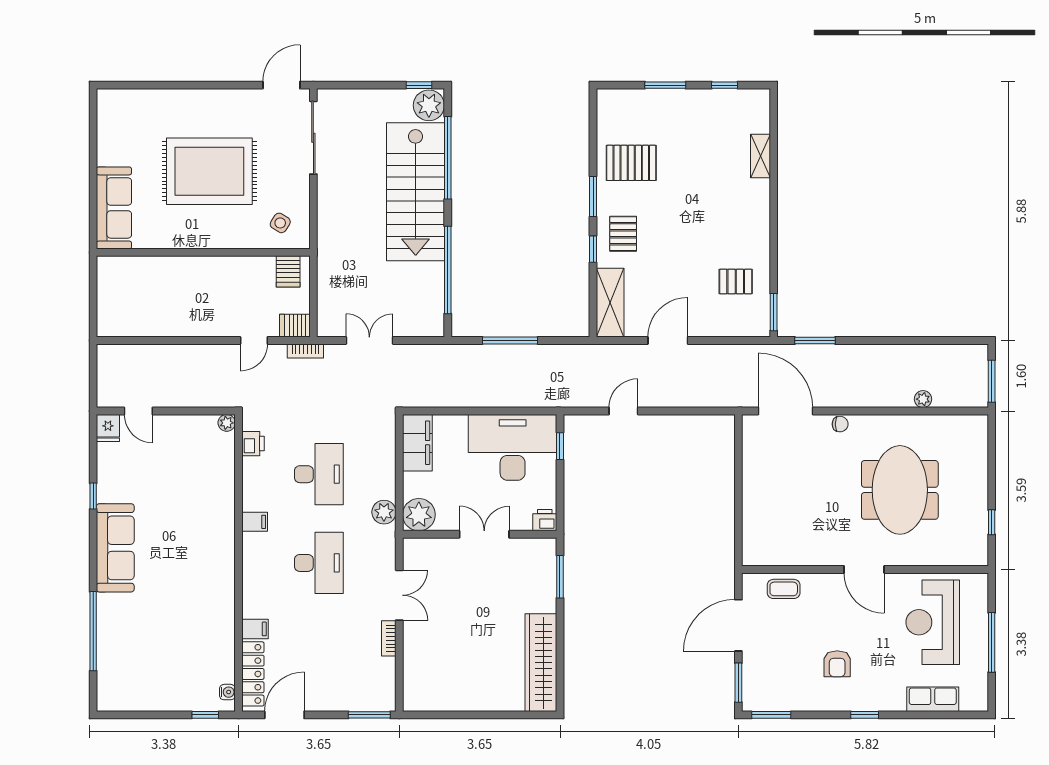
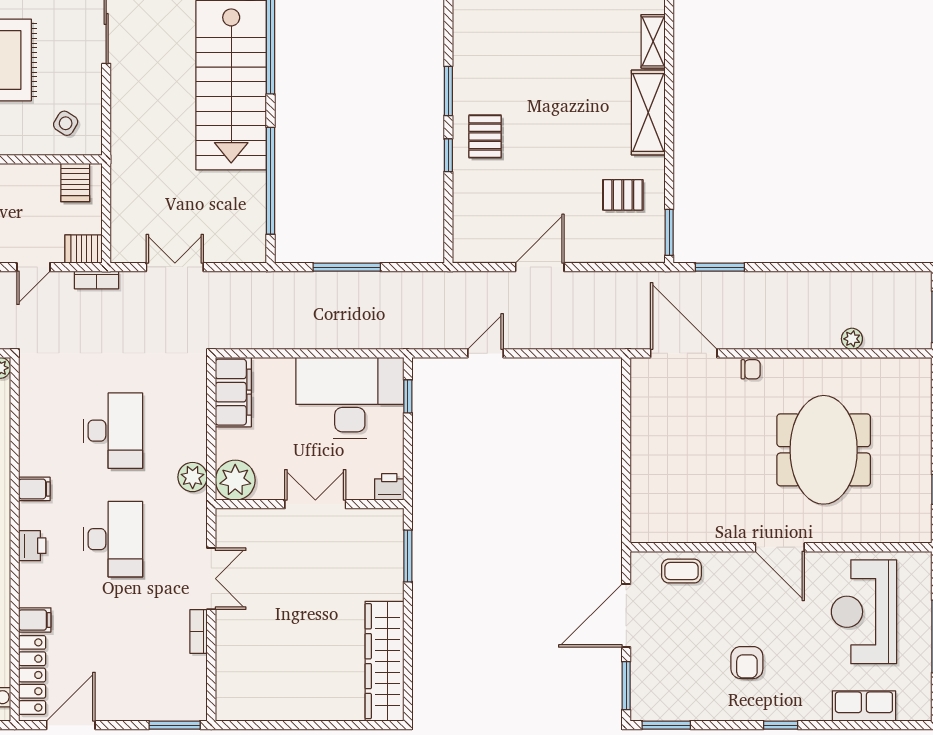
pallet: (631, 163) -> (495, 50), removed
shelving: (610, 303) -> (648, 113), moved
printer: (253, 444) -> (32, 546), moved

